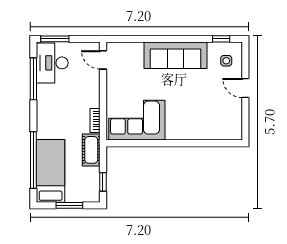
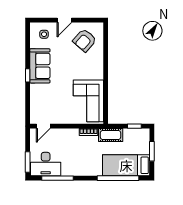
window: (221, 39) -> (28, 75), moved
sofa: (176, 55) -> (40, 66), width x0.73
armchair: (218, 115) -> (85, 40), added

